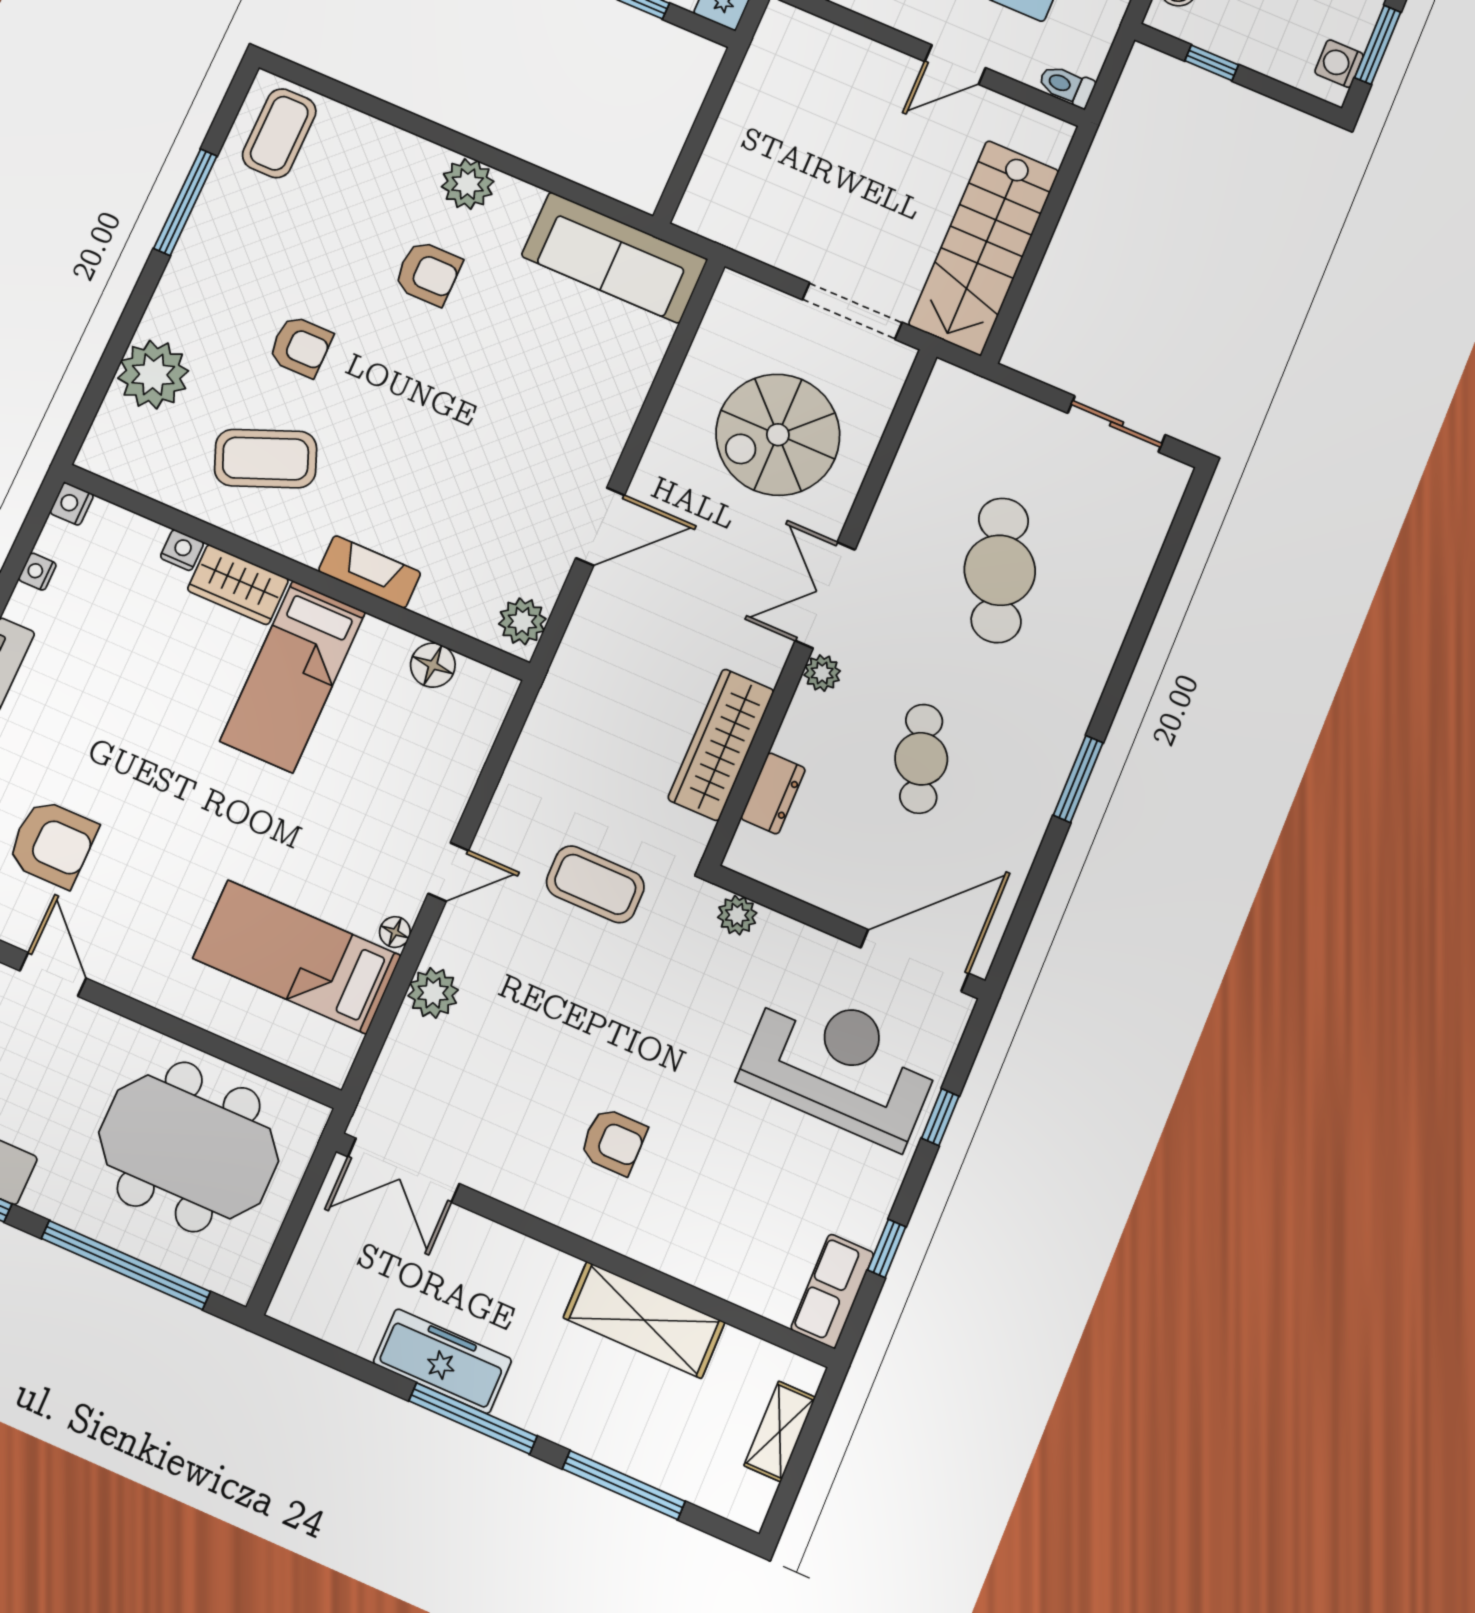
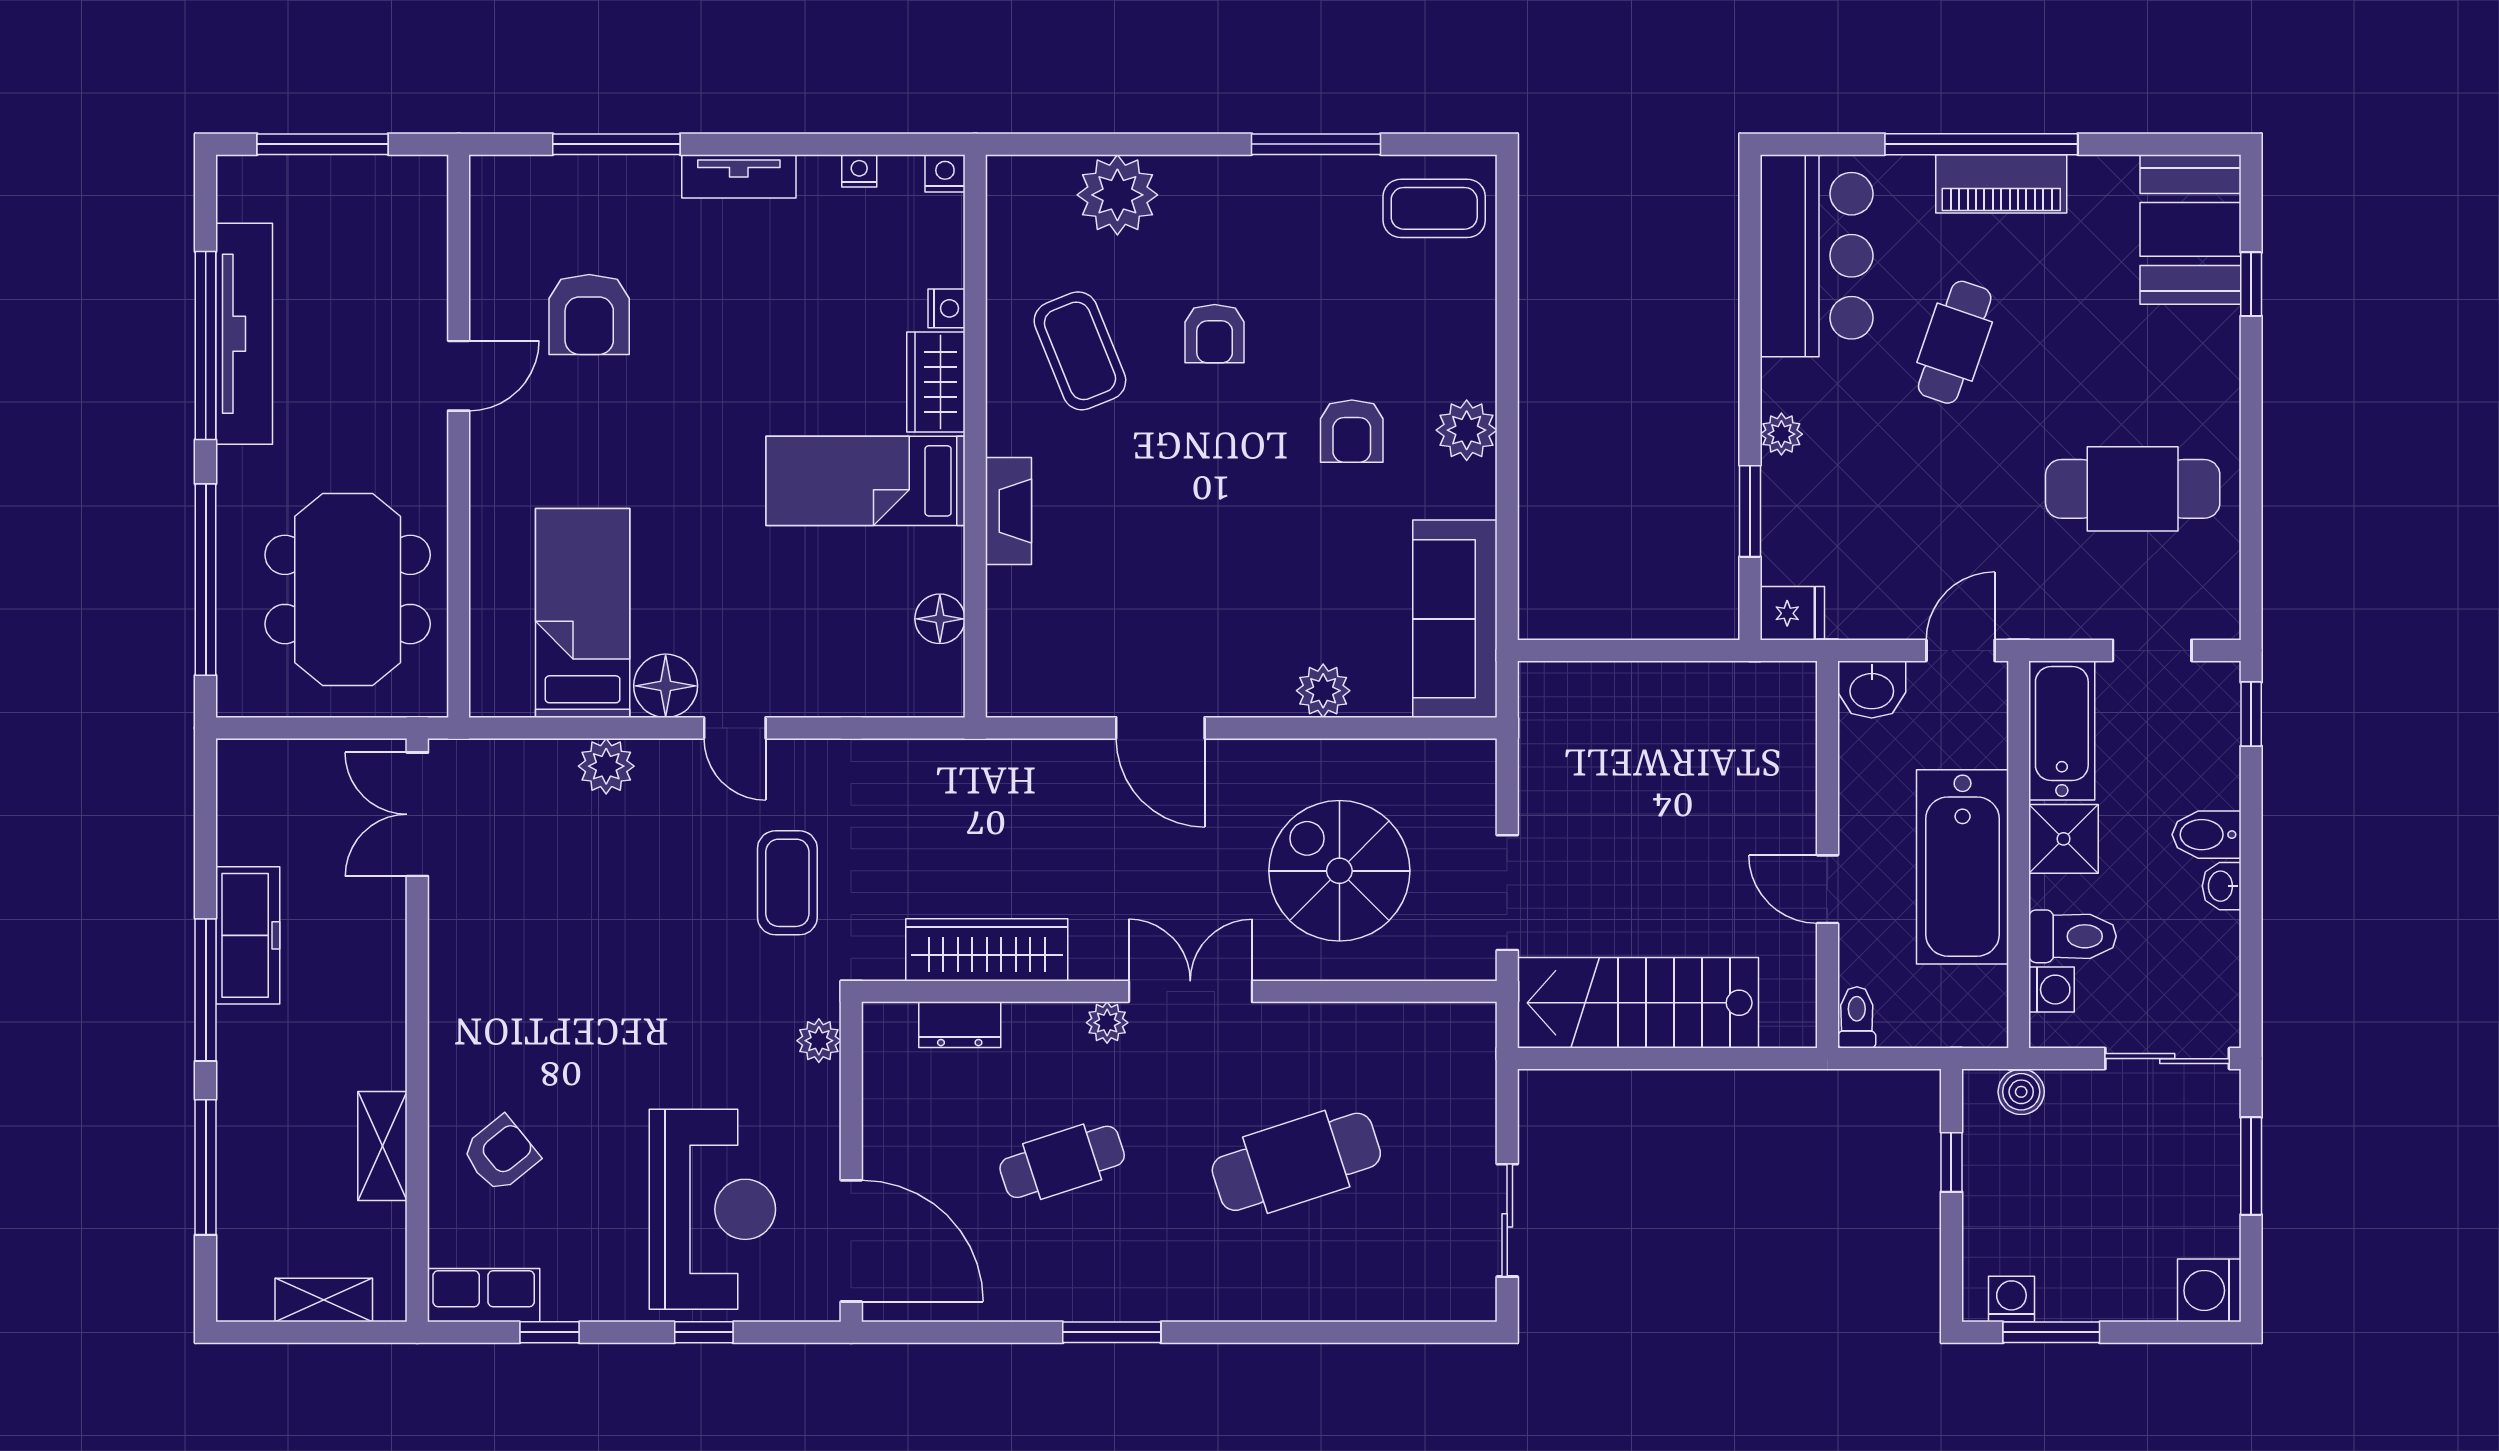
plant: (522, 621) -> (1323, 691), moved
floor lamp: (395, 932) -> (666, 686), width x1.89, depth x1.89
armchair: (613, 1141) -> (501, 1154), moved, turned -129
shelving: (644, 1320) -> (382, 1146), width x0.67, depth x0.75

